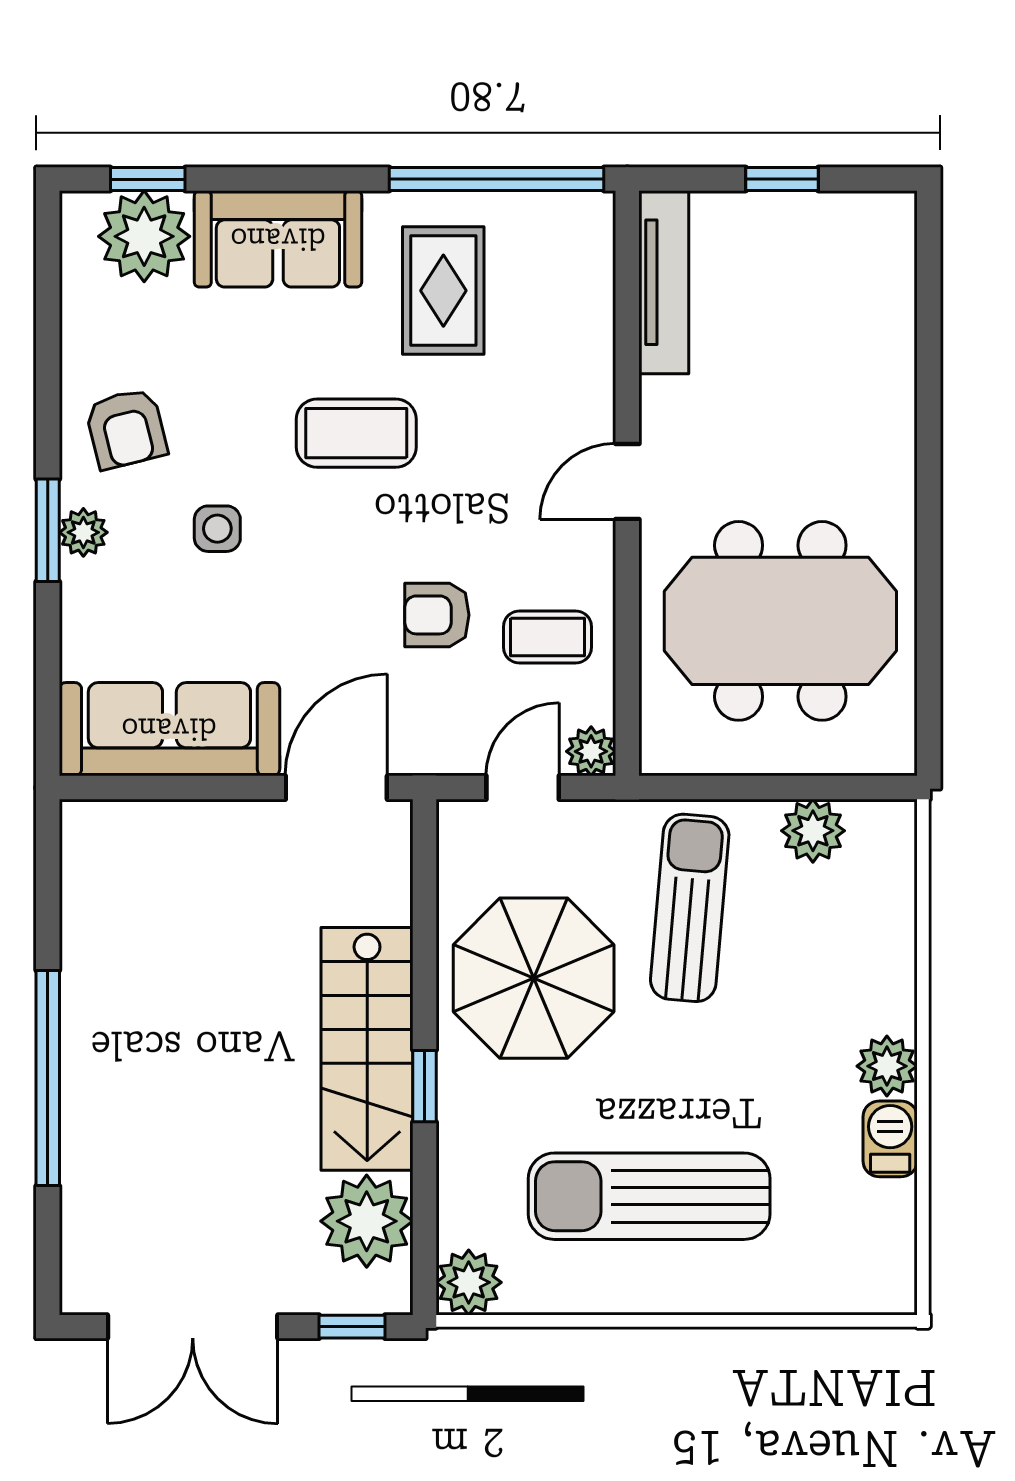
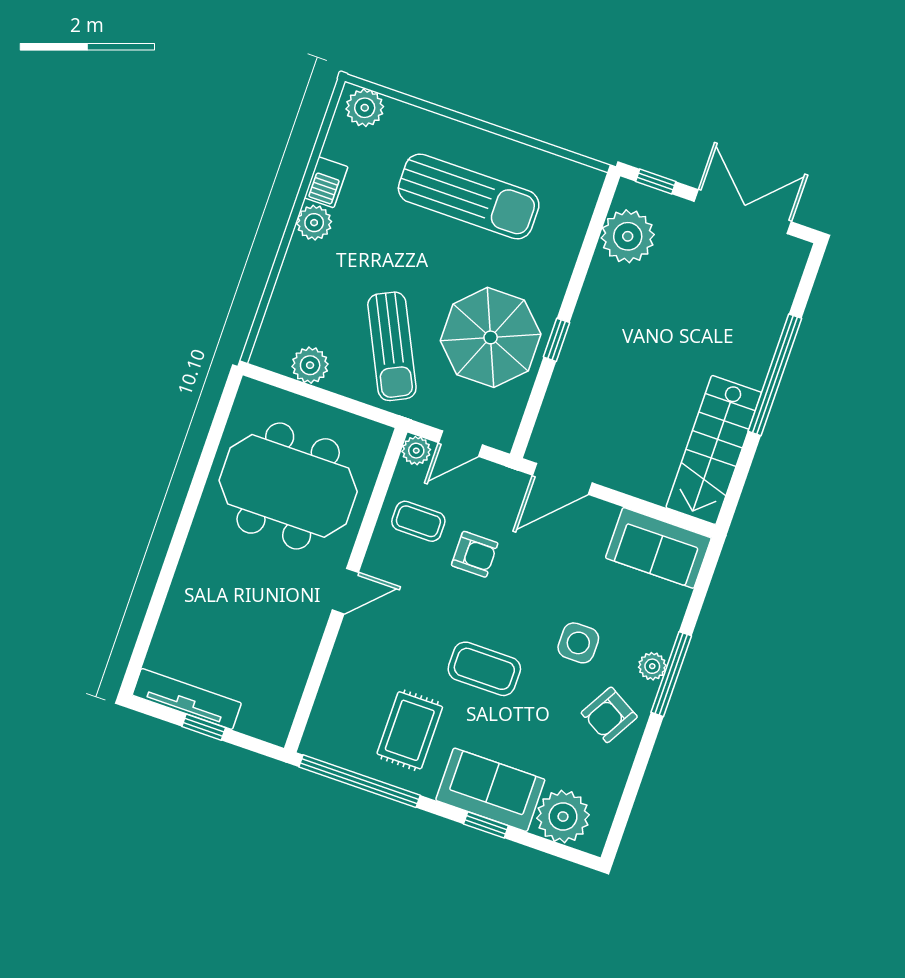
window: (148, 179) -> (486, 825), moved
tv unit: (664, 282) -> (187, 699), moved, turned 90
armchair: (126, 429) -> (609, 715), turned -136
side table: (217, 529) -> (578, 643), width x1.37, depth x1.37
window: (48, 530) -> (671, 674), width x1.44
sofa: (169, 729) -> (658, 548), width x0.73
sun lounger: (690, 908) -> (392, 346), turned -31
stairs: (367, 1049) -> (714, 450), moved, turned 180
window: (424, 1086) -> (557, 340), moved
plant: (469, 1282) -> (365, 108), moved

